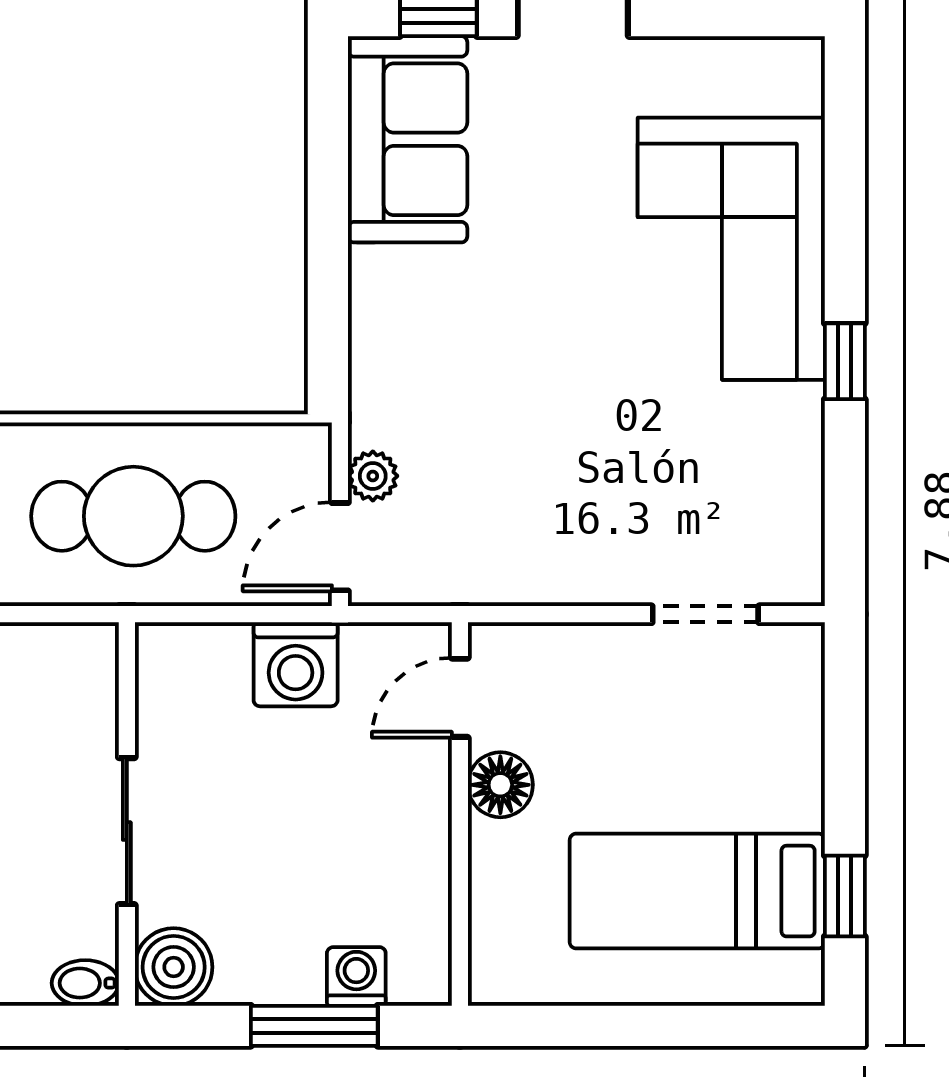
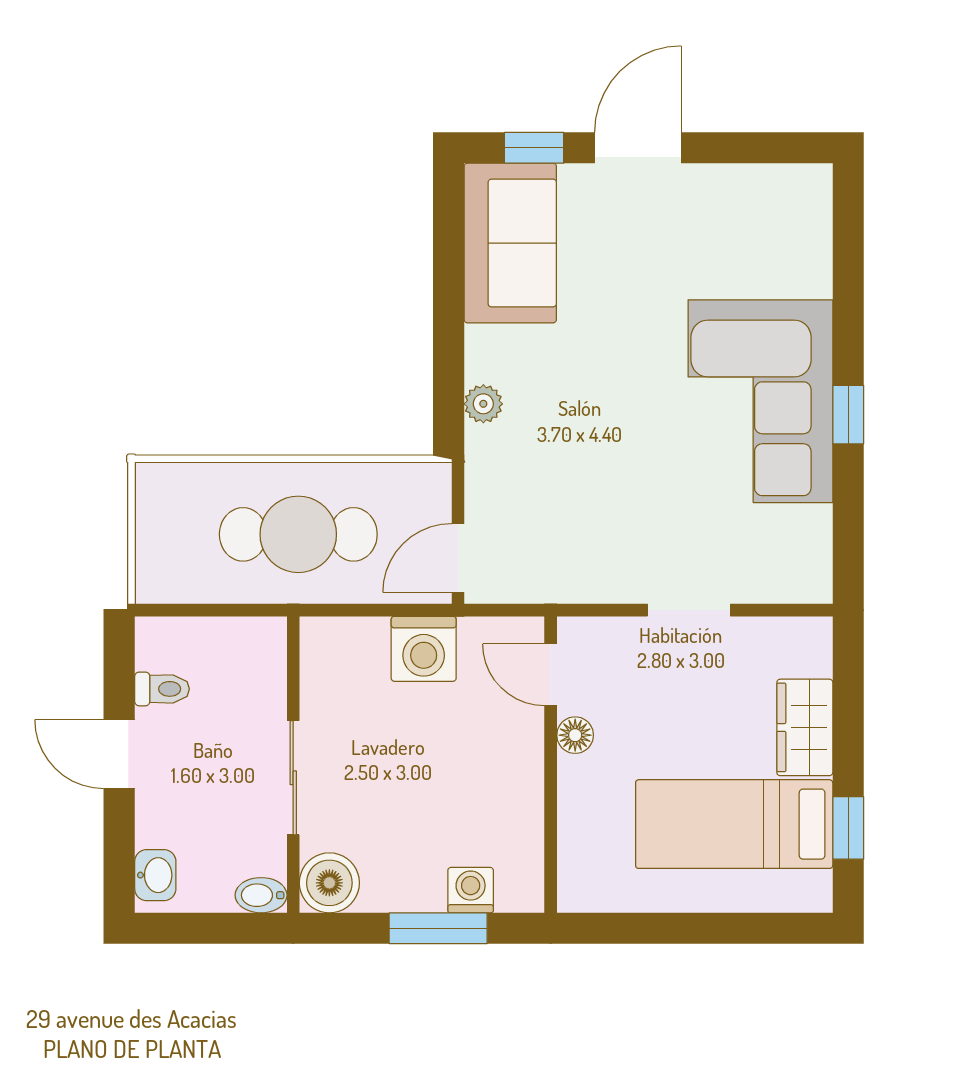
corner sofa: (731, 249) -> (760, 401), moved
plant: (373, 476) -> (483, 404), moved
doorway: (705, 614) -> (689, 610), moved
door: (460, 698) -> (551, 675), hinge flipped
wardrobe: (789, 766) -> (805, 727), added
floor lamp: (500, 785) -> (575, 735), width x0.73, depth x0.73

